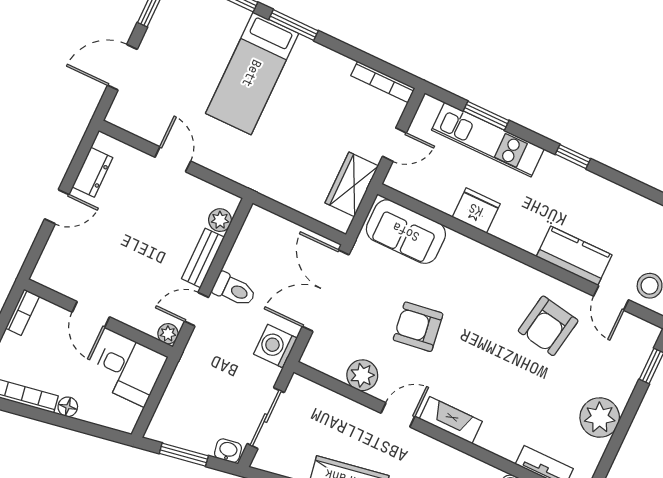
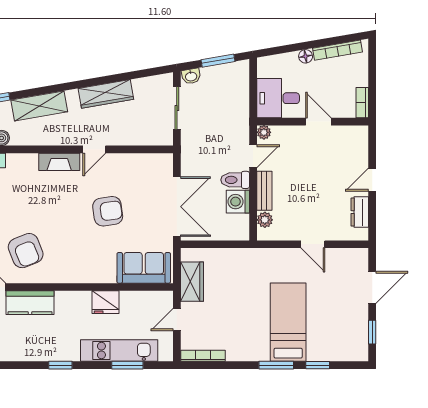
armchair: (548, 326) -> (26, 251), turned 148
washing machine: (275, 346) -> (238, 202), moved, turned 180
plant: (362, 375) -> (129, 164), removed

